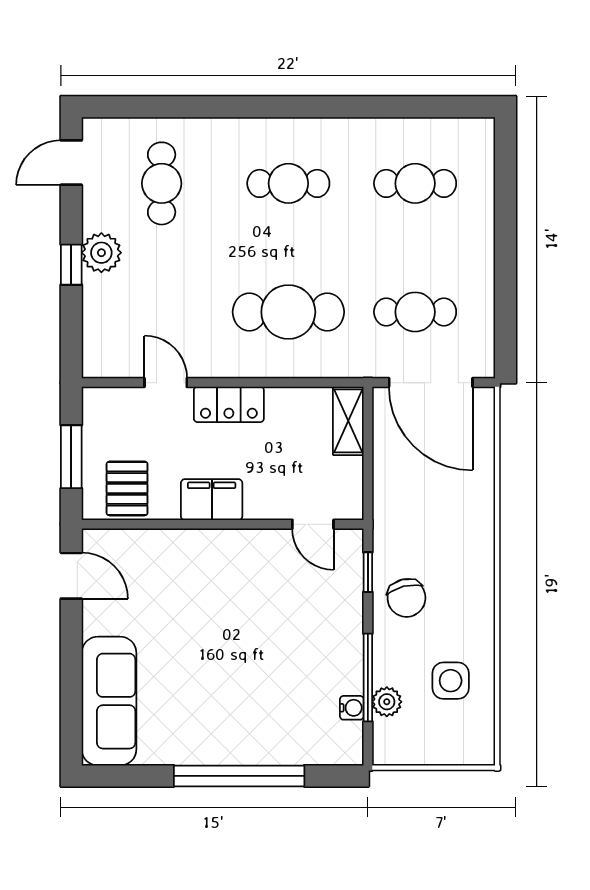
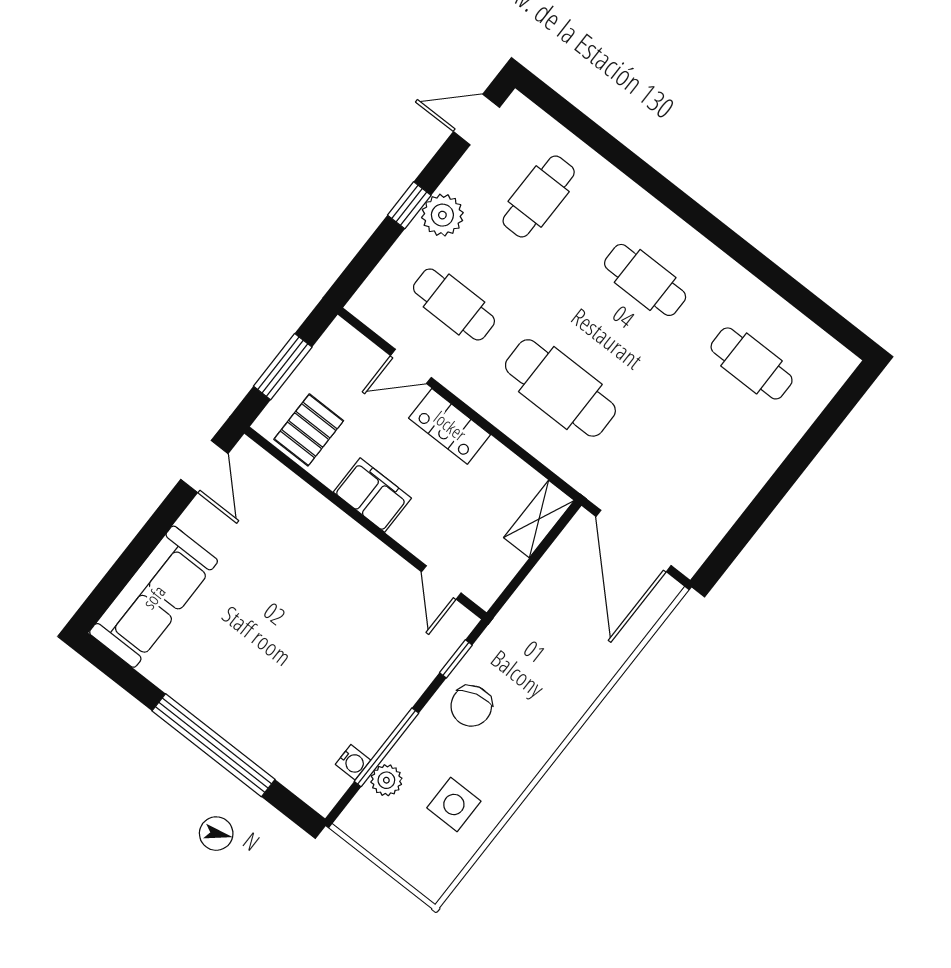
cafe table: (415, 312) -> (454, 304), moved
door: (166, 383) -> (411, 366), swing flipped

